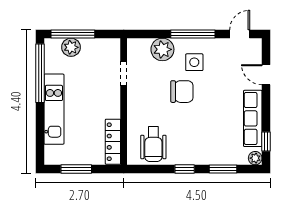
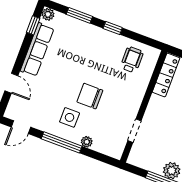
plant: (162, 49) -> (87, 142), width x0.53, depth x0.53
wheelchair: (153, 144) -> (132, 60), width x0.73, depth x0.73

